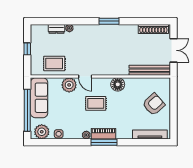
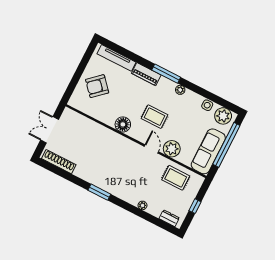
dresser: (57, 29) -> (169, 218), moved
bench: (150, 70) -> (84, 122), removed
piano: (103, 134) -> (146, 74), moved

